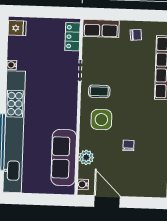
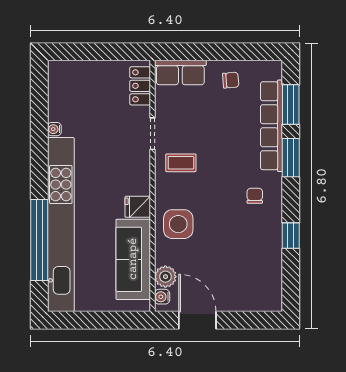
fridge: (17, 28) -> (138, 207), moved, turned 180
side table: (101, 120) -> (178, 224), moved
chair: (128, 145) -> (255, 196), moved
plant: (86, 157) -> (165, 277), moved

